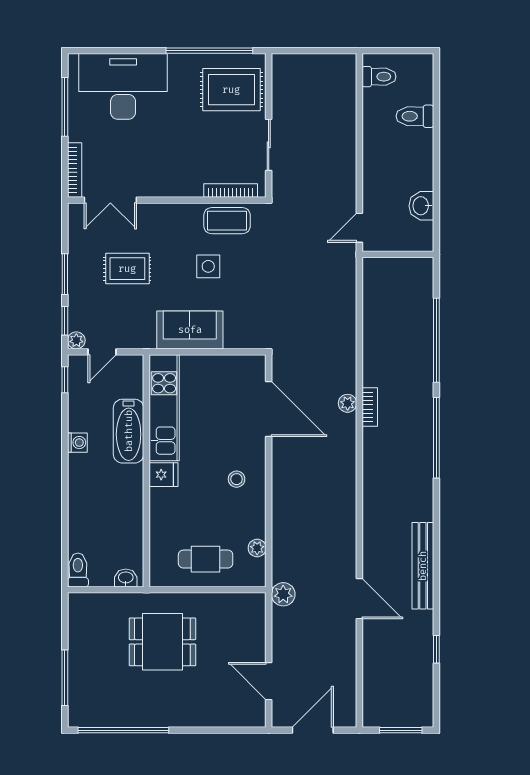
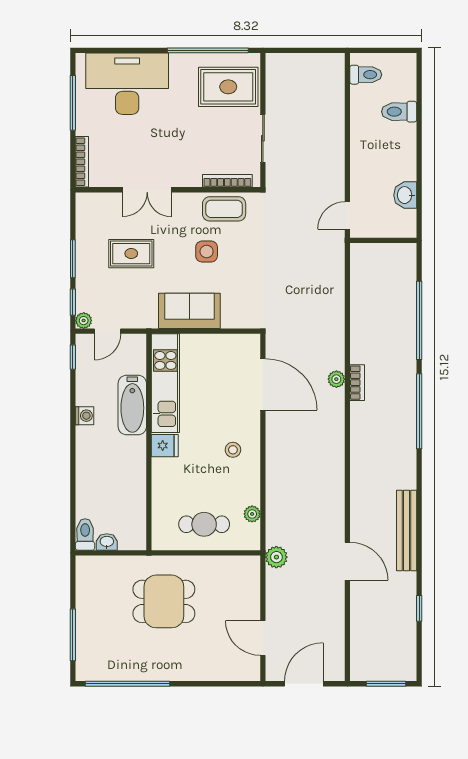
double door: (110, 200) -> (147, 190), moved
washbasin: (126, 578) -> (107, 542), moved

